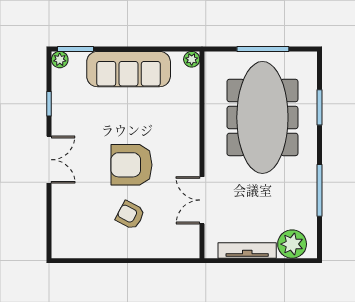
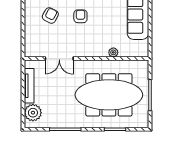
plant: (192, 59) -> (113, 52), moved
armchair: (131, 165) -> (80, 16), width x0.53, depth x0.53
double door: (202, 200) -> (59, 59), swing flipped

